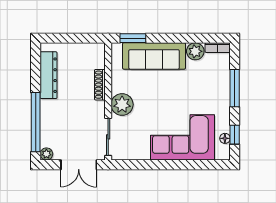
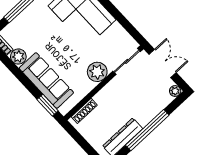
shoe rack: (100, 85) -> (84, 111), moved
window: (36, 122) -> (147, 130), moved

